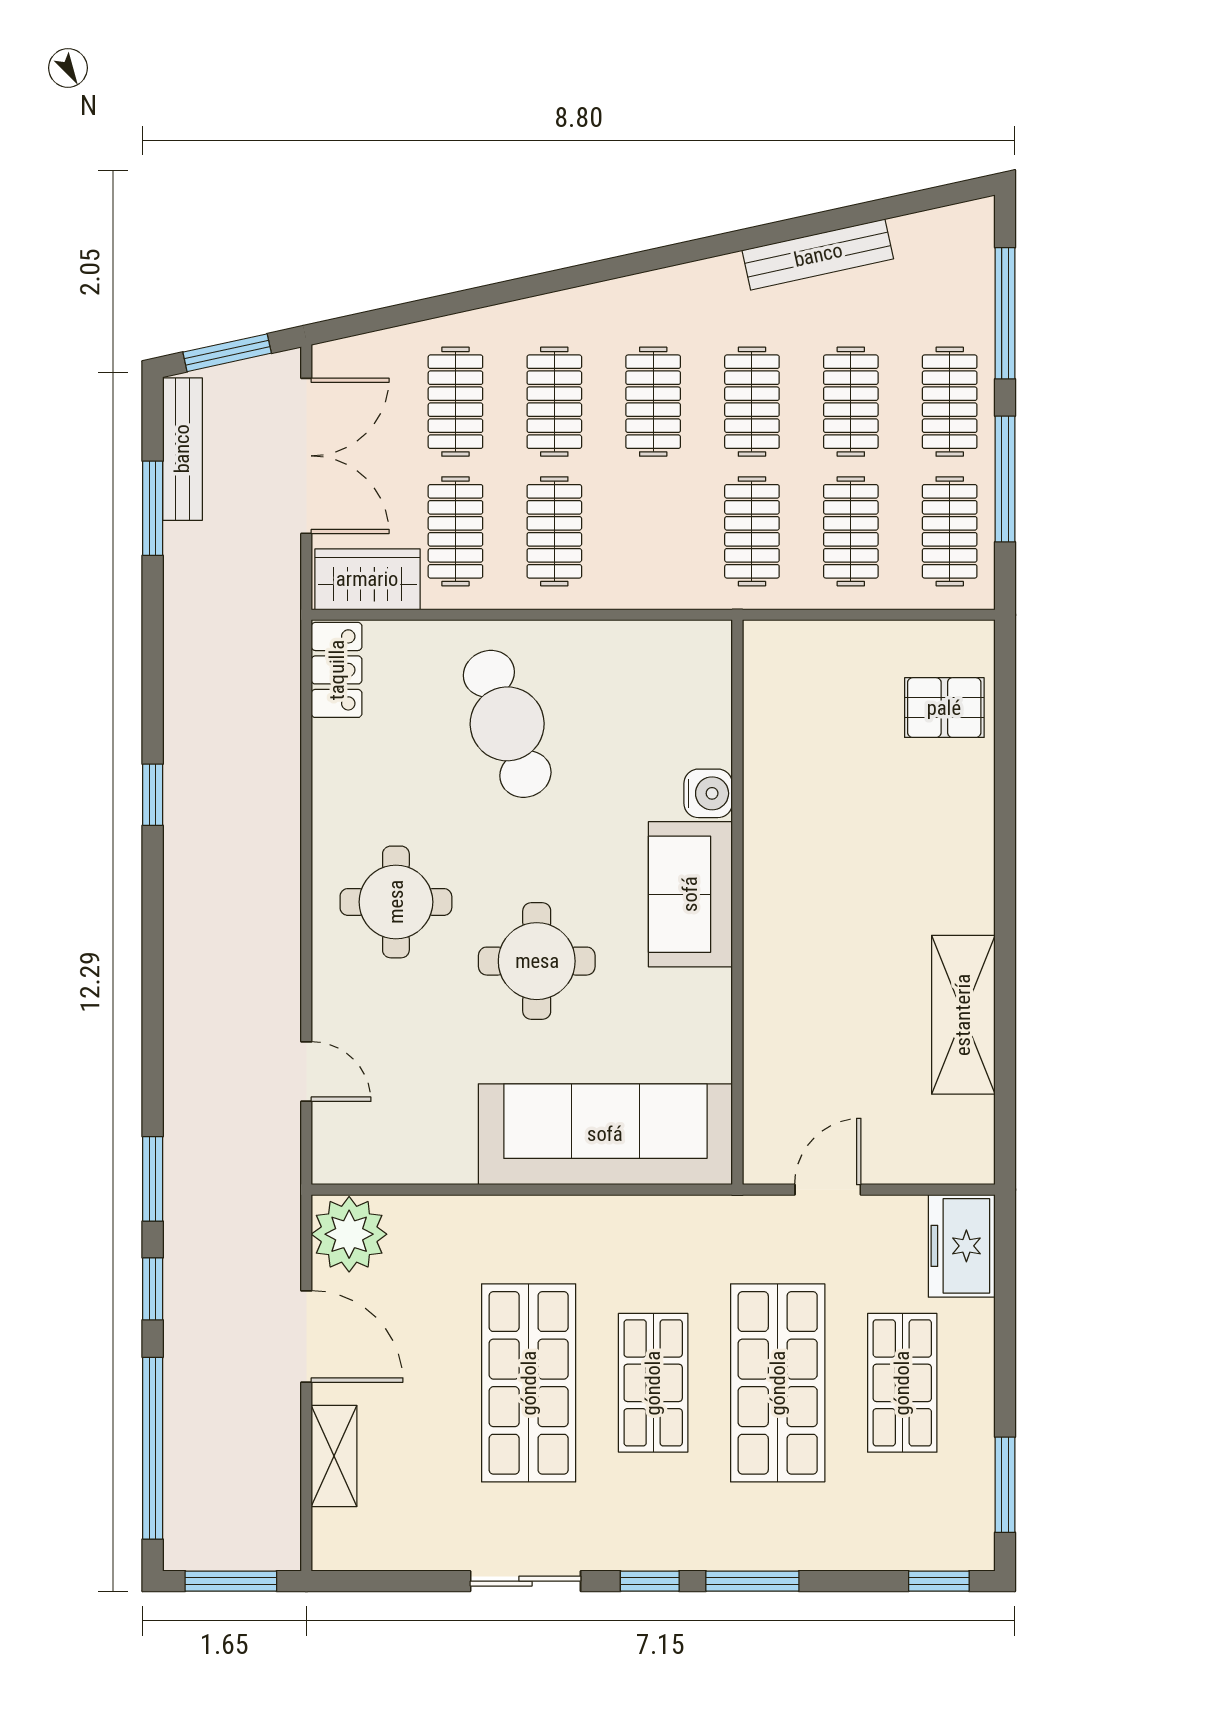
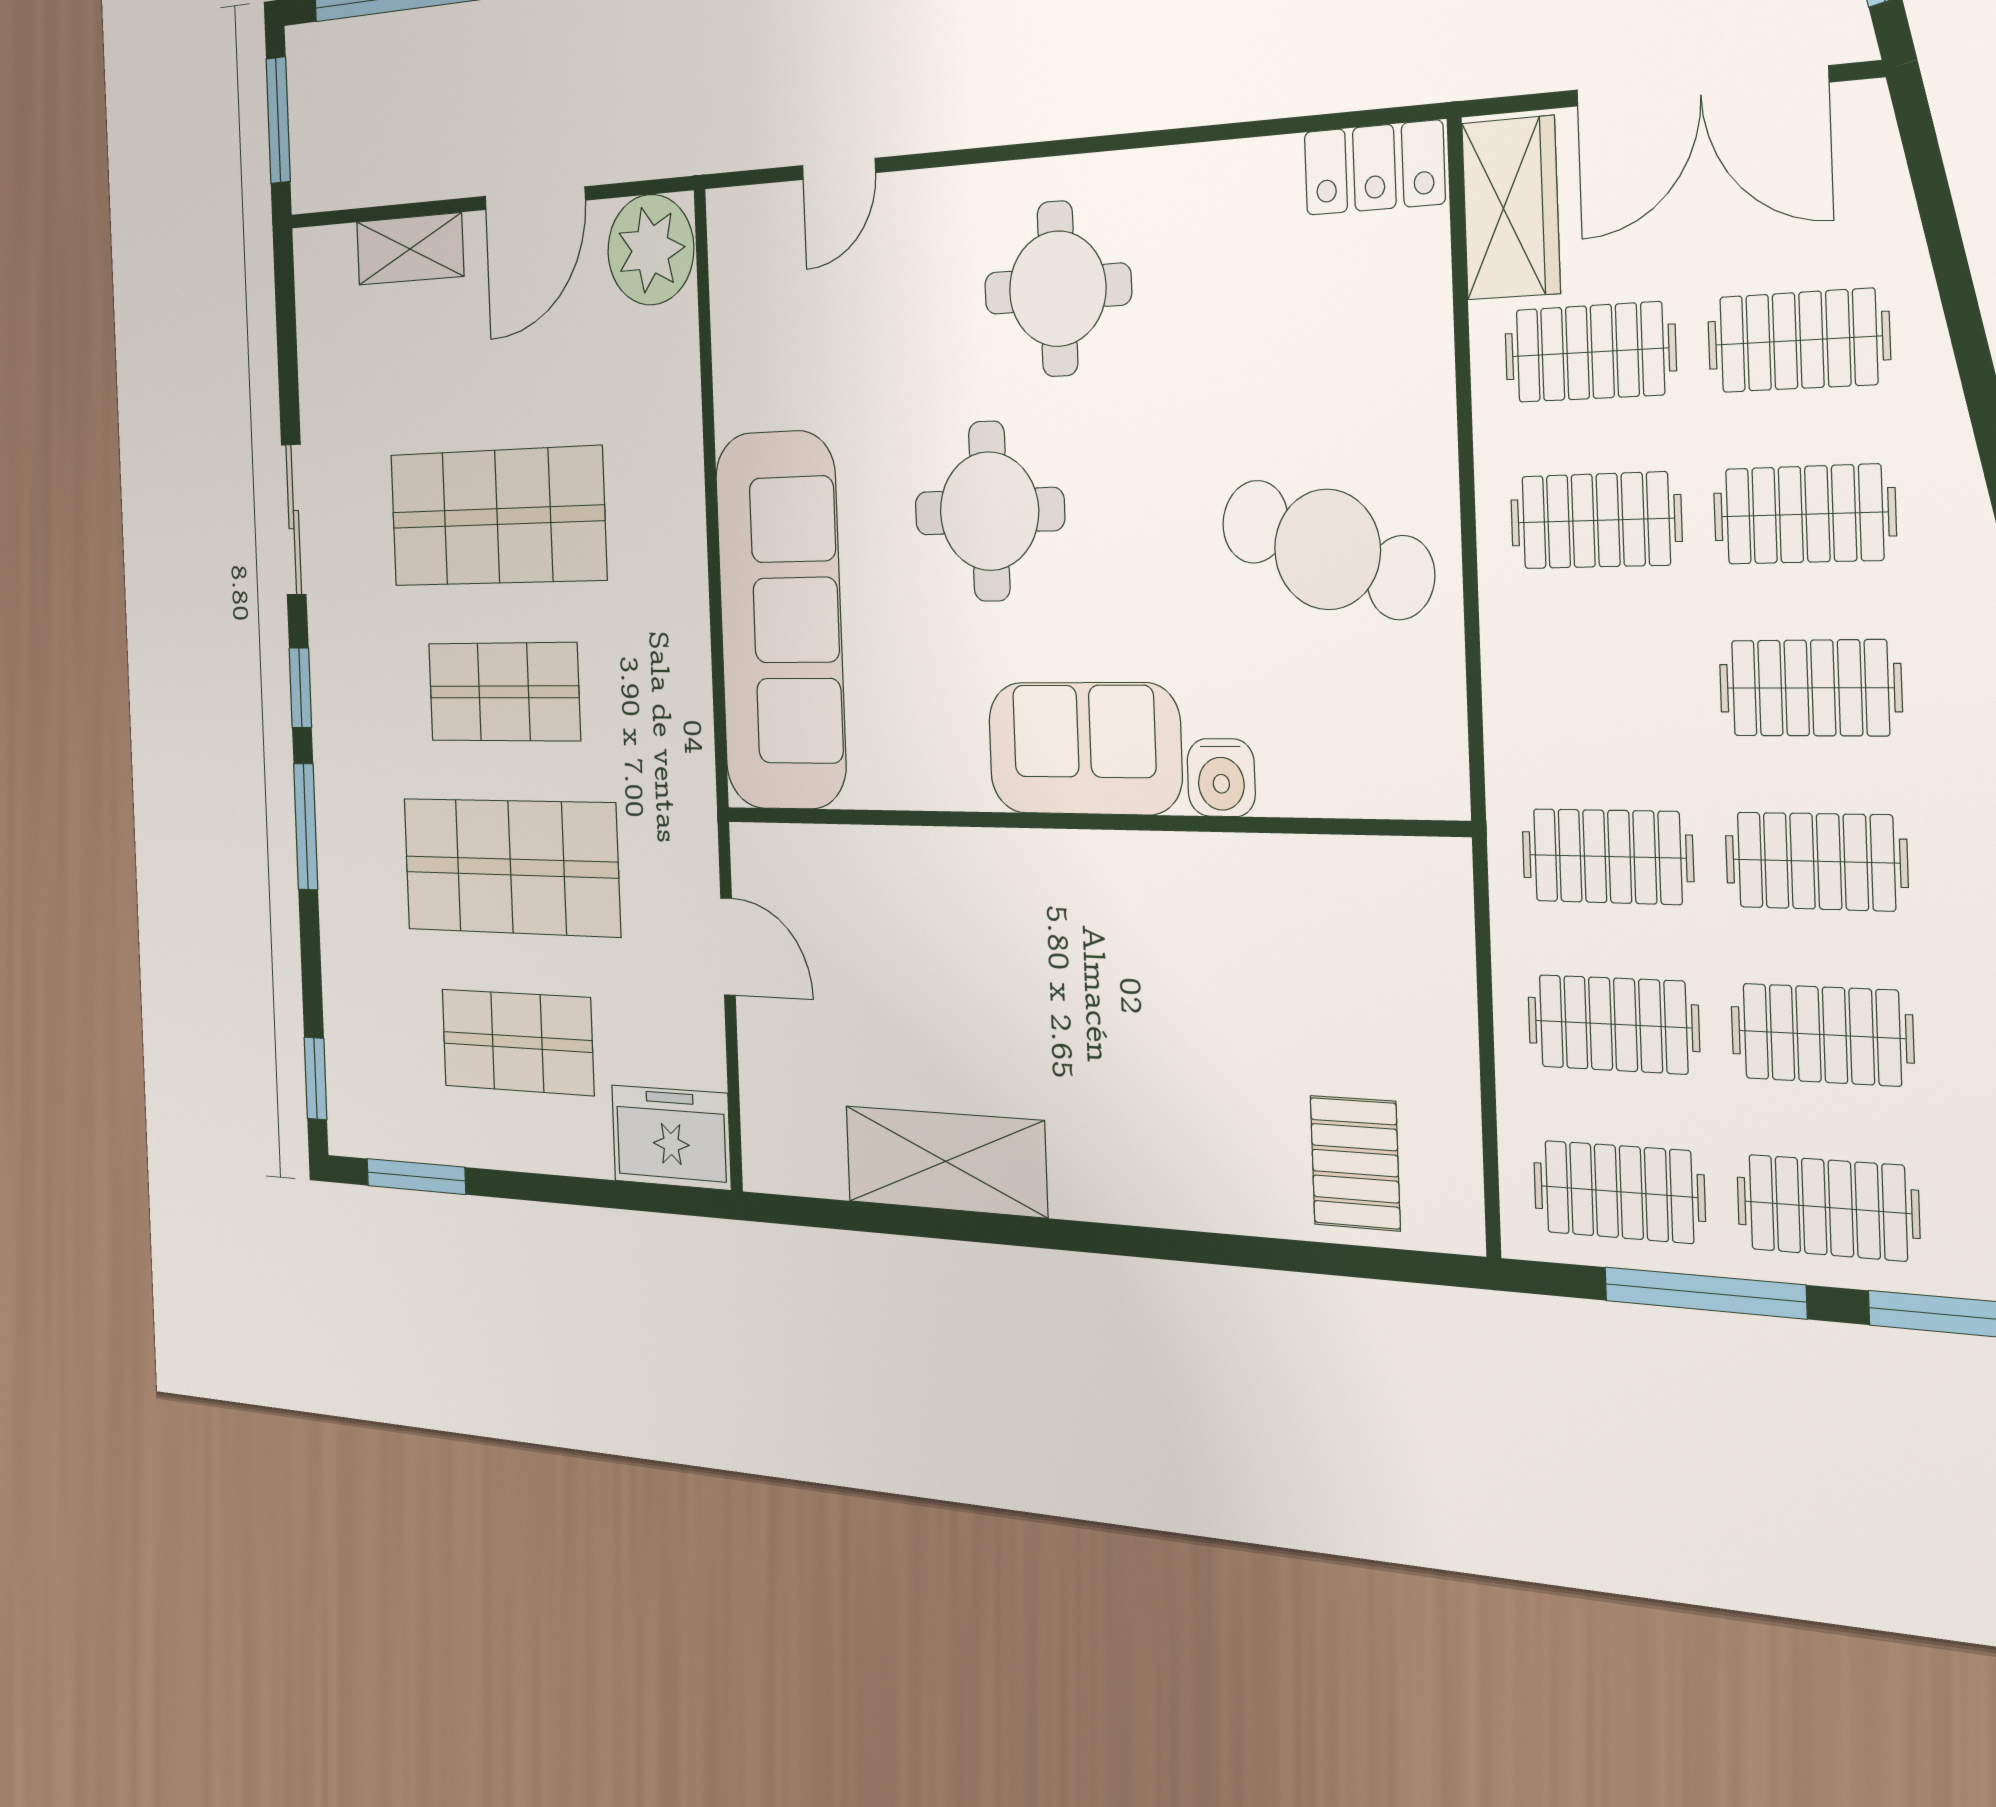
cafe table: (507, 724) -> (1327, 549), moved, turned 40

